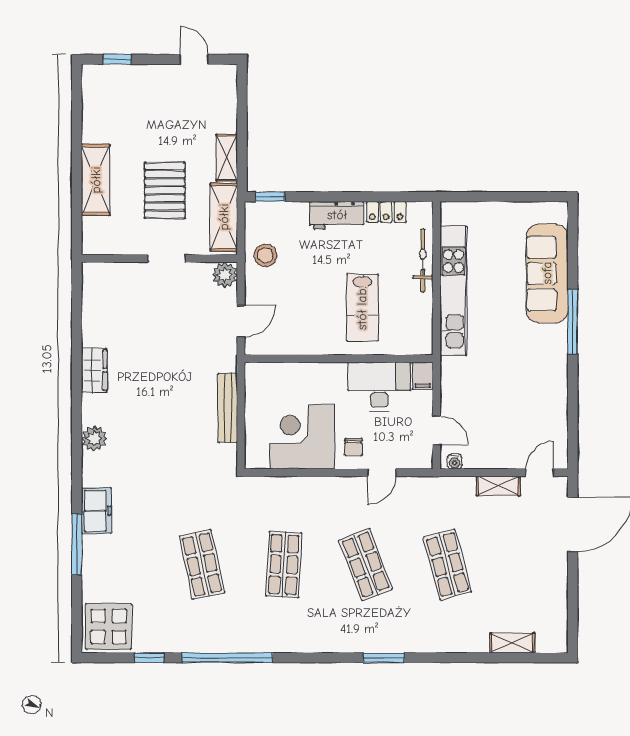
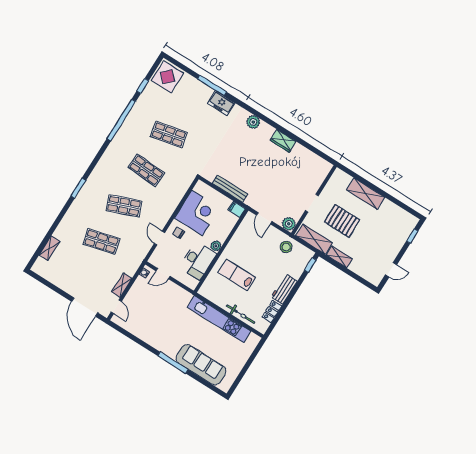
plant: (336, 372) -> (216, 246), added
filing cabinet: (423, 376) -> (237, 209), moved

